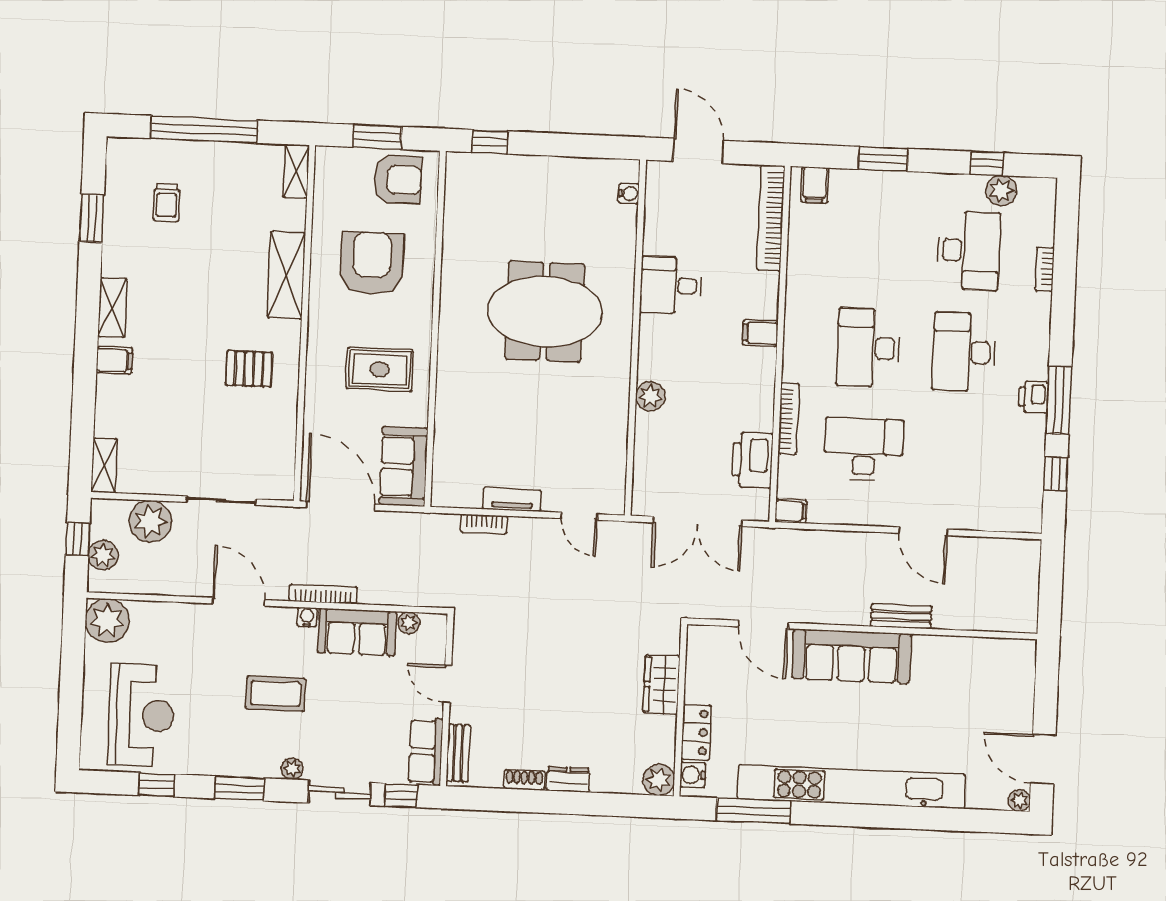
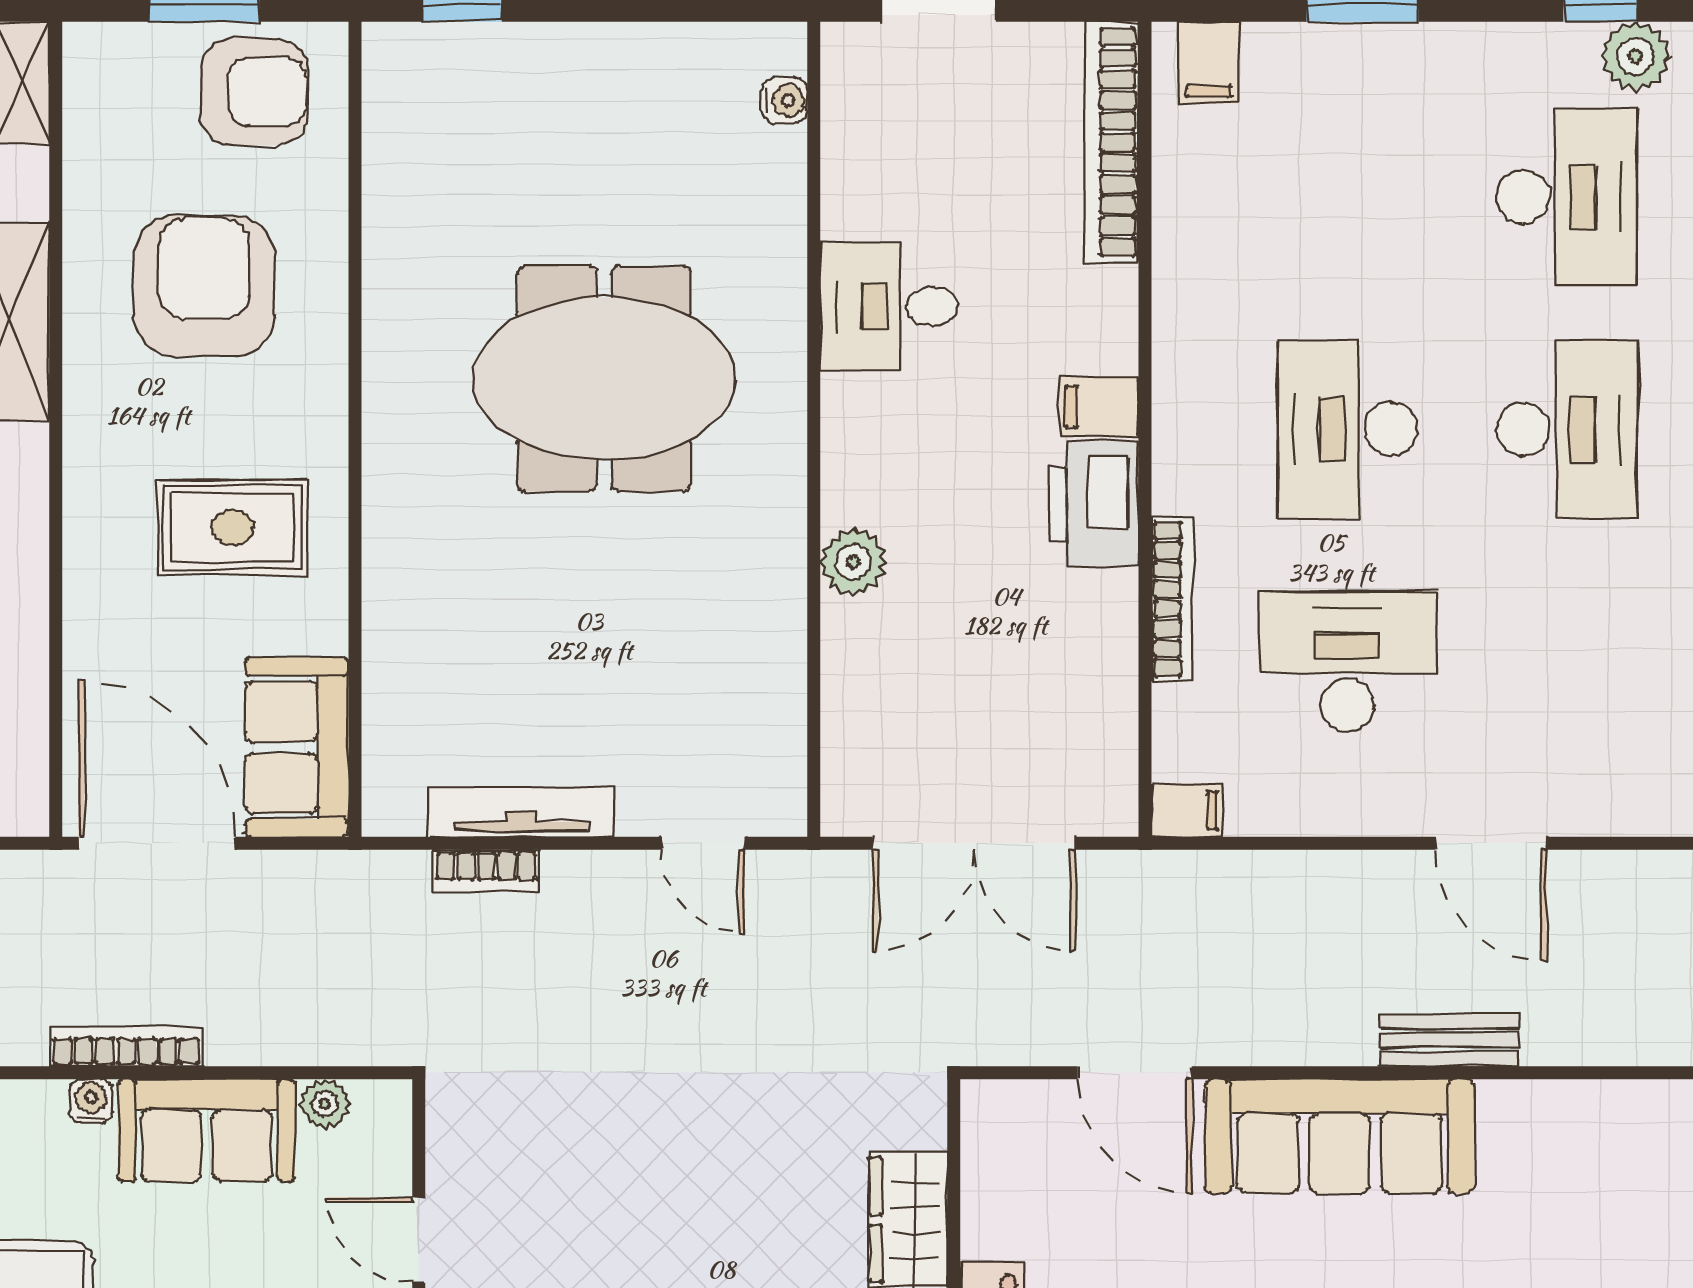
desk: (964, 352) -> (1567, 429), turned 180
printer: (752, 460) -> (1094, 504), moved
tv unit: (512, 500) -> (521, 812), width x1.41

